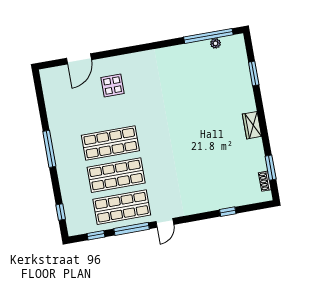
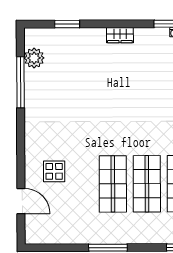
window: (208, 36) -> (20, 82), moved
plant: (215, 43) -> (34, 58), width x1.88, depth x1.88

